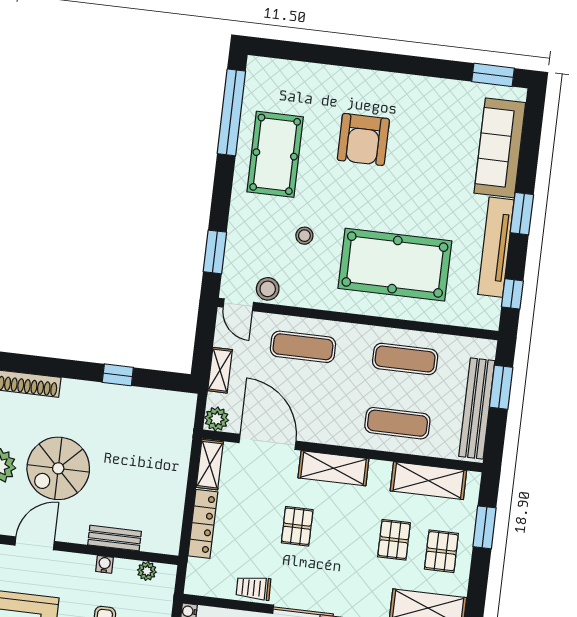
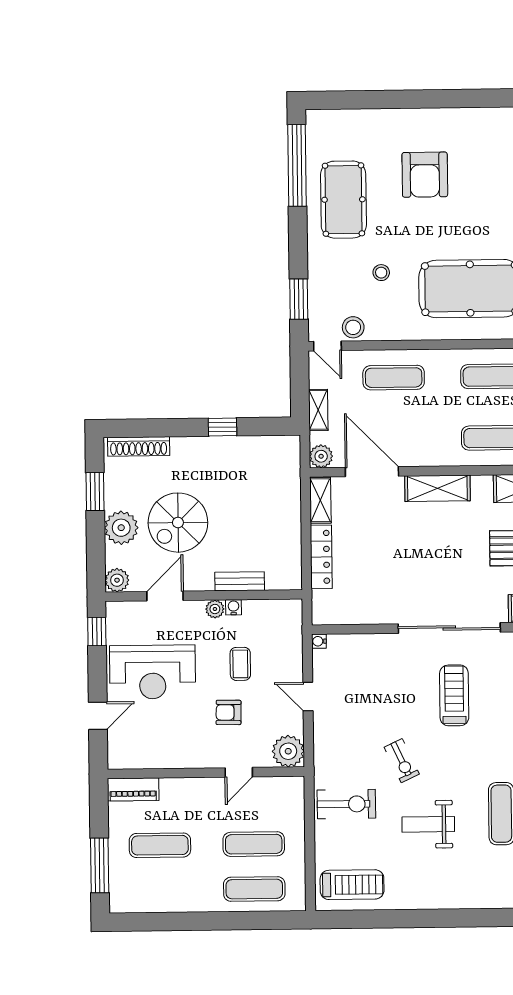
pallet: (297, 526) -> (410, 547), removed
plant: (147, 571) -> (215, 609), moved
trolley: (253, 588) -> (377, 611), removed

